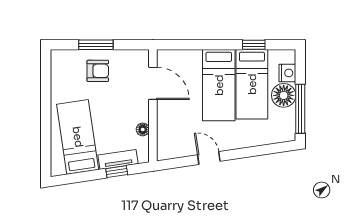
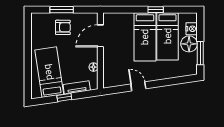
window: (254, 45) -> (156, 10), moved
door: (153, 83) -> (100, 36), swing flipped
window: (300, 109) -> (200, 53), width x0.69
window: (117, 172) -> (64, 97), moved

